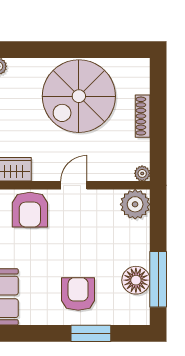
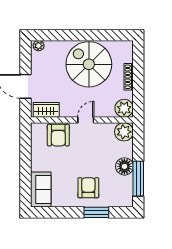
spiral stairs: (79, 96) -> (89, 64), turned 90
plant: (142, 173) -> (124, 108), width x1.87, depth x1.87
floor lamp: (136, 280) -> (124, 166), moved

